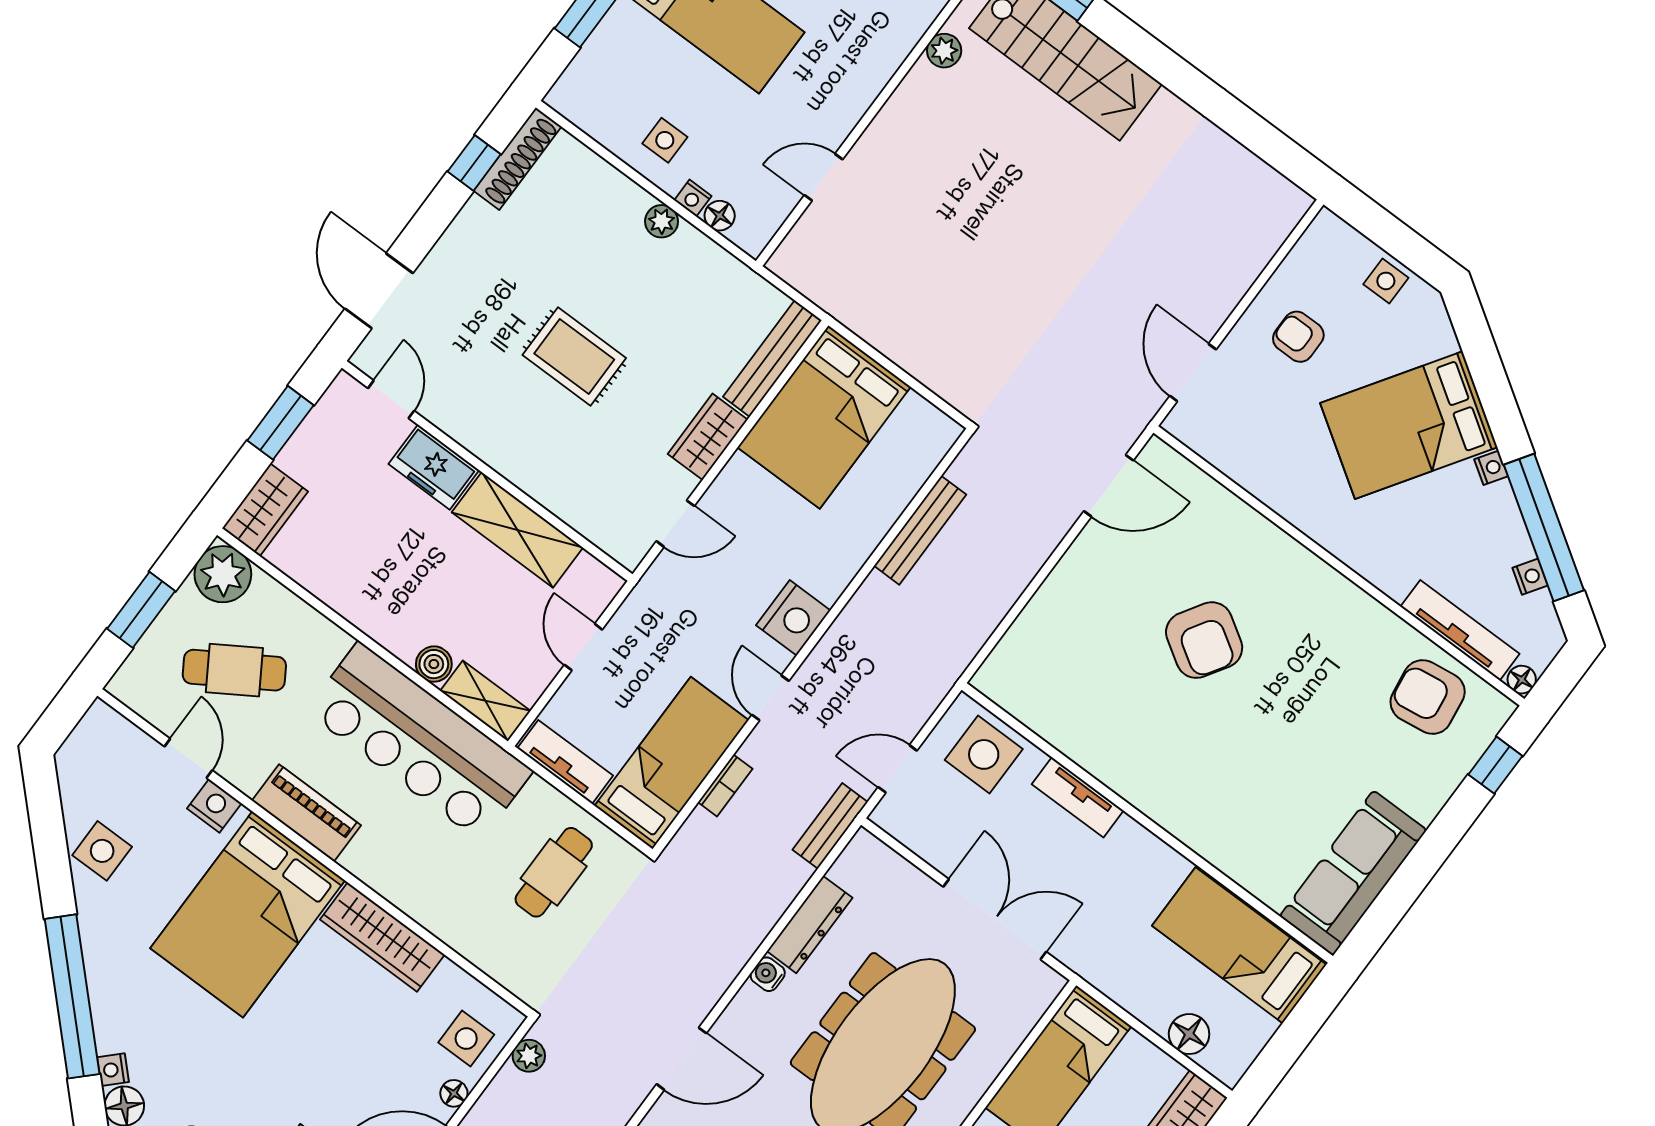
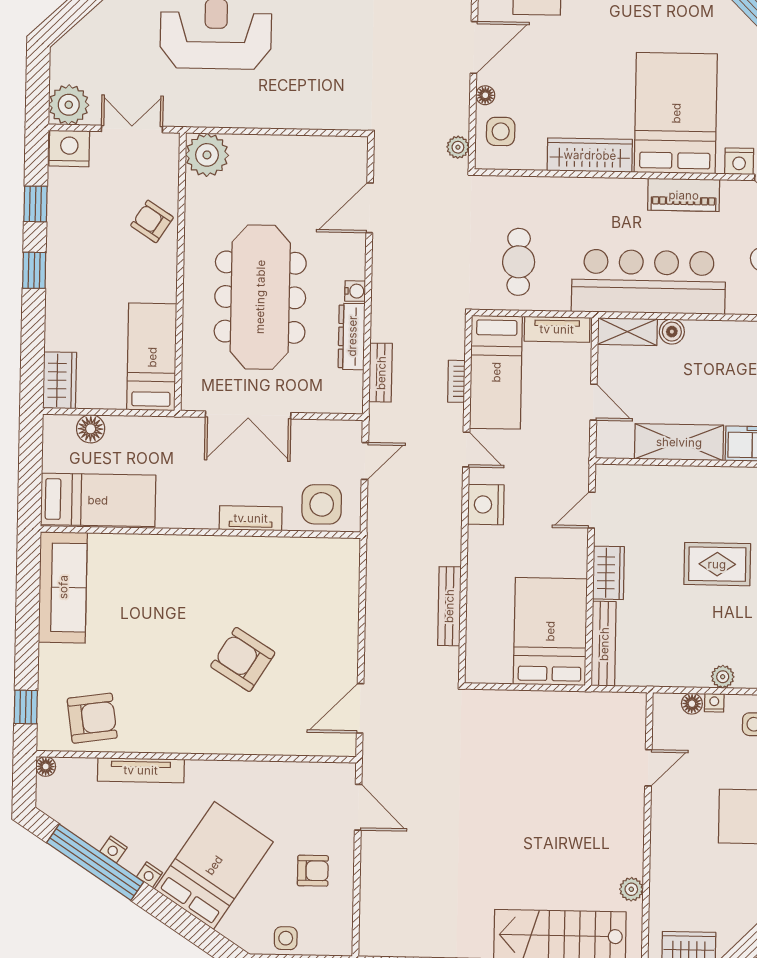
nightstand: (1530, 577) -> (114, 850), moved
tv unit: (1460, 630) -> (141, 770), moved
bench: (830, 826) -> (381, 373), moved

